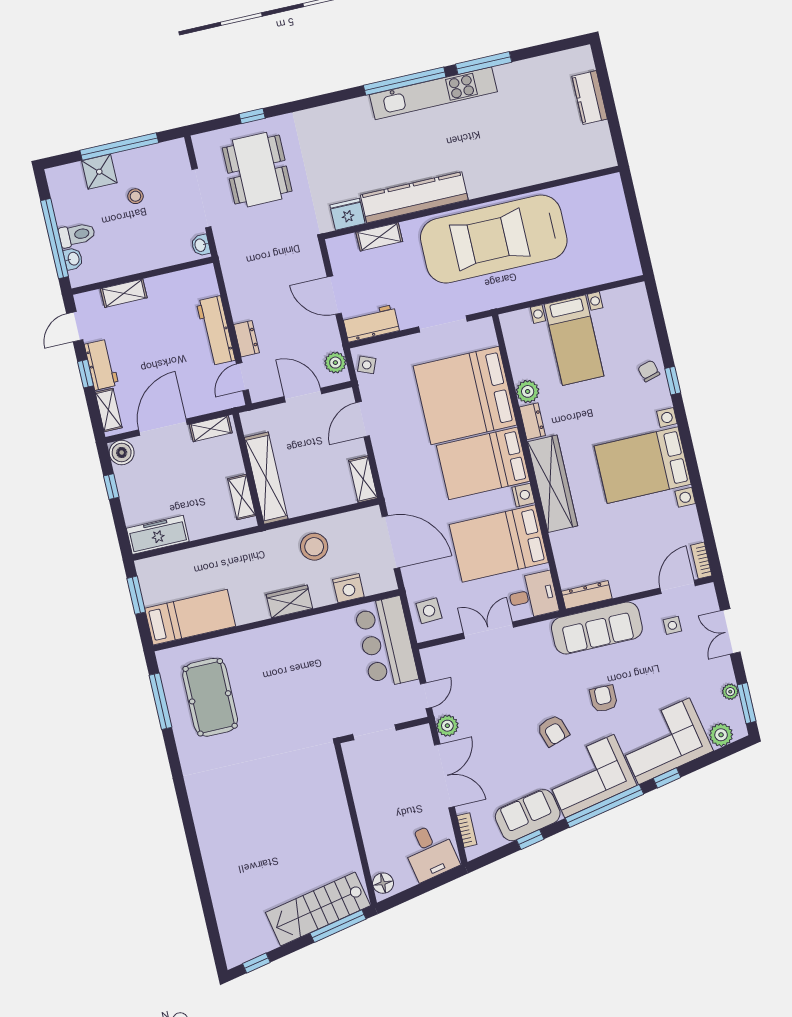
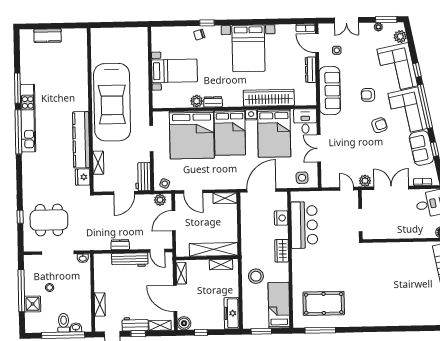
dresser: (247, 339) -> (120, 245), moved
wardrobe: (552, 484) -> (269, 98), moved
stool: (314, 547) -> (256, 276), moved
dresser: (587, 595) -> (311, 70), moved
bar counter: (386, 642) -> (304, 225), moved, turned -90

